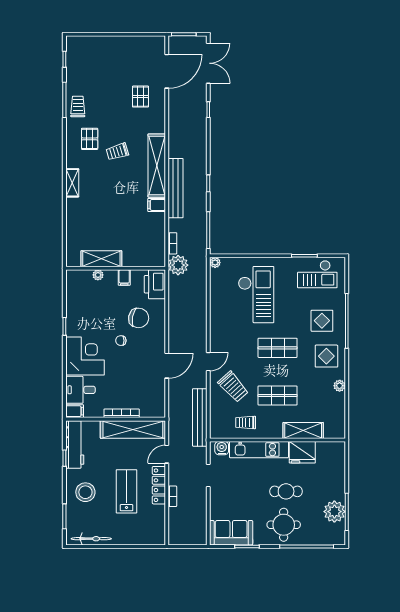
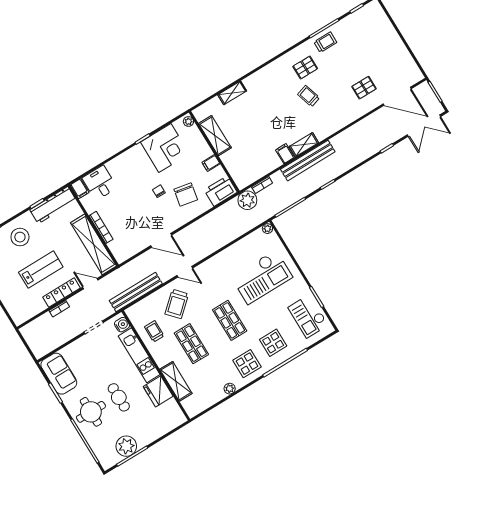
shelving: (157, 166) -> (304, 145), width x0.45, depth x0.75
shelving: (72, 183) -> (232, 93), moved
plant: (98, 275) -> (188, 121), moved
corner desk: (85, 356) -> (165, 148), moved

